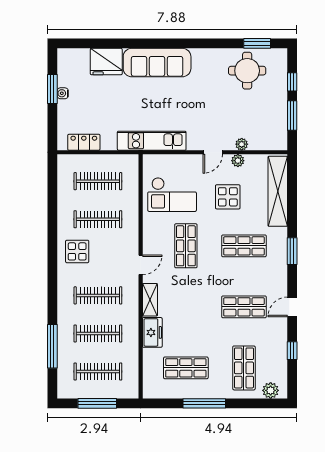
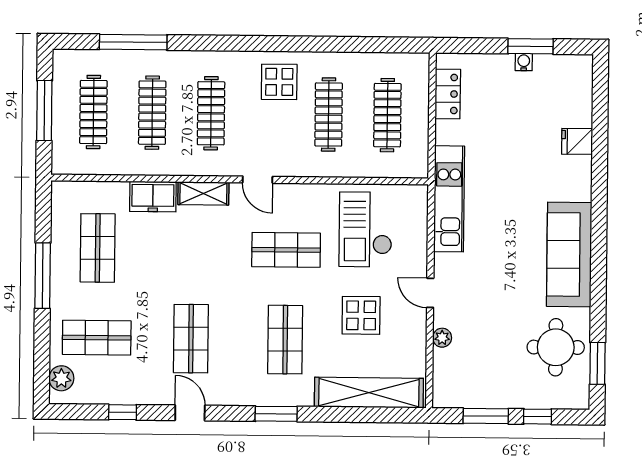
fridge: (106, 62) -> (577, 141), width x0.53, depth x0.75
sofa: (157, 63) -> (569, 254), moved
plant: (238, 161) -> (417, 331), removed

